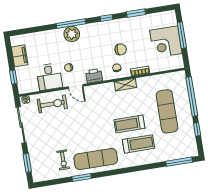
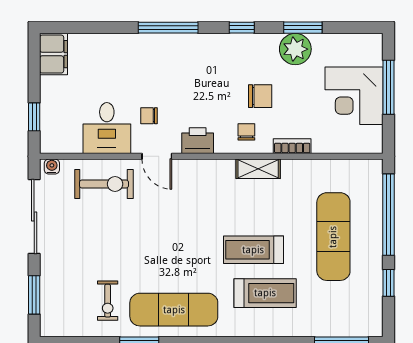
plant: (72, 34) -> (295, 49), moved
filing cabinet: (20, 56) -> (54, 54), moved

